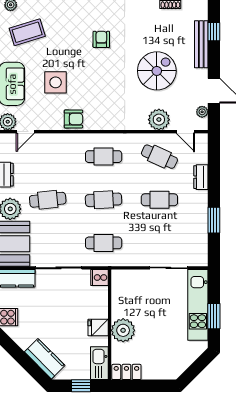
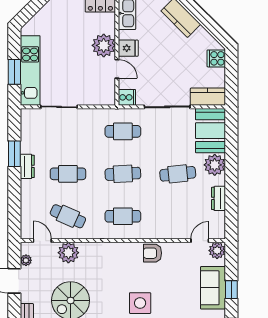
side table: (56, 82) -> (140, 303), moved
dresser: (201, 177) -> (27, 166), moved
door: (110, 307) -> (117, 69), added
window: (214, 316) -> (14, 72), moved

